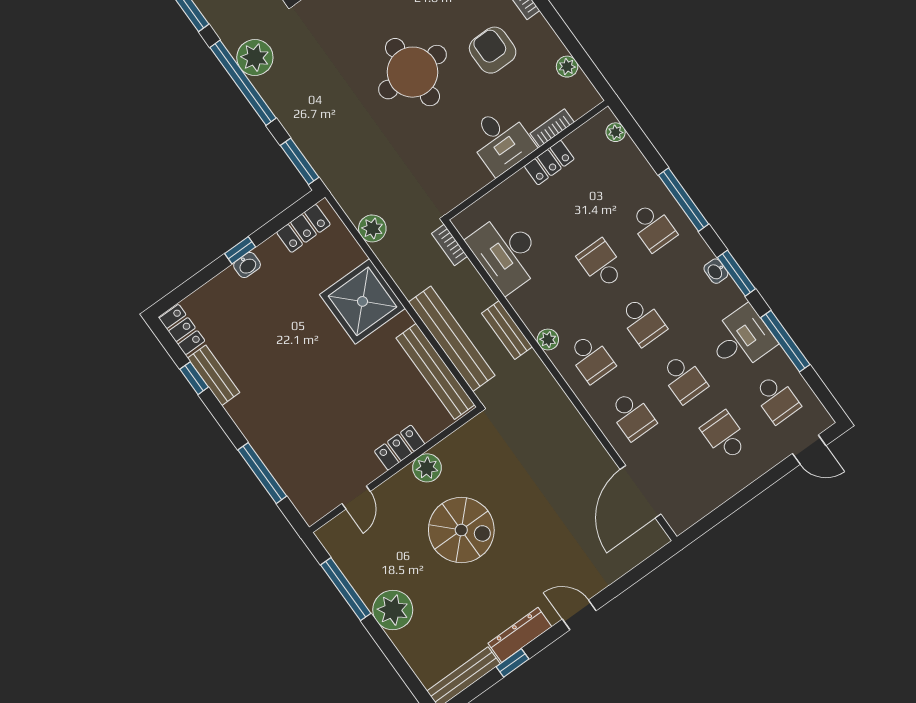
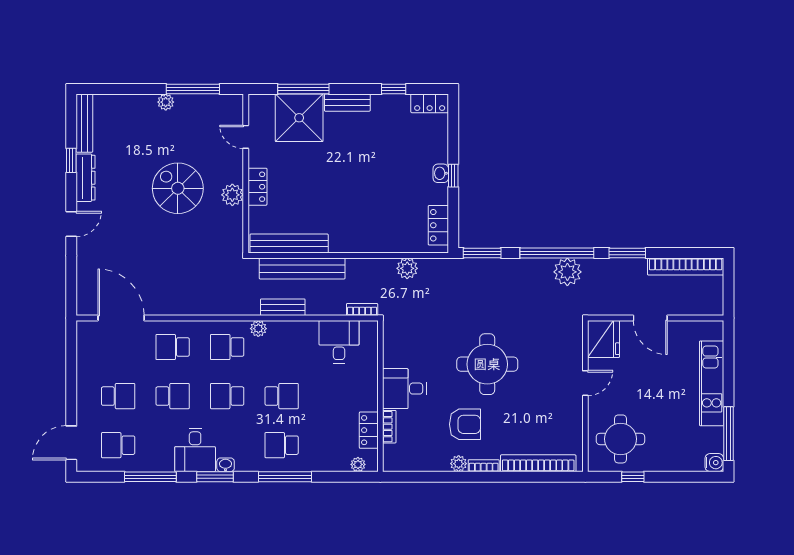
plant: (567, 67) -> (459, 464), moved
locker: (549, 163) -> (369, 430), moved
desk: (506, 253) -> (339, 342), width x0.73
shower: (362, 301) -> (299, 118), moved
desk: (741, 339) -> (195, 450), moved
bench: (214, 375) -> (347, 103), moved
school desk: (684, 379) -> (173, 396), turned 180
door: (809, 450) -> (71, 443), width x1.37
spiral stairs: (461, 530) -> (178, 188), turned 90
plant: (393, 610) -> (166, 102), width x0.53, depth x0.53

